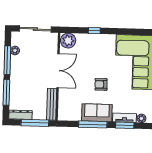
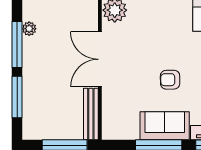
double door: (58, 71) -> (100, 59), swing flipped
dresser: (20, 115) -> (41, 133), removed

